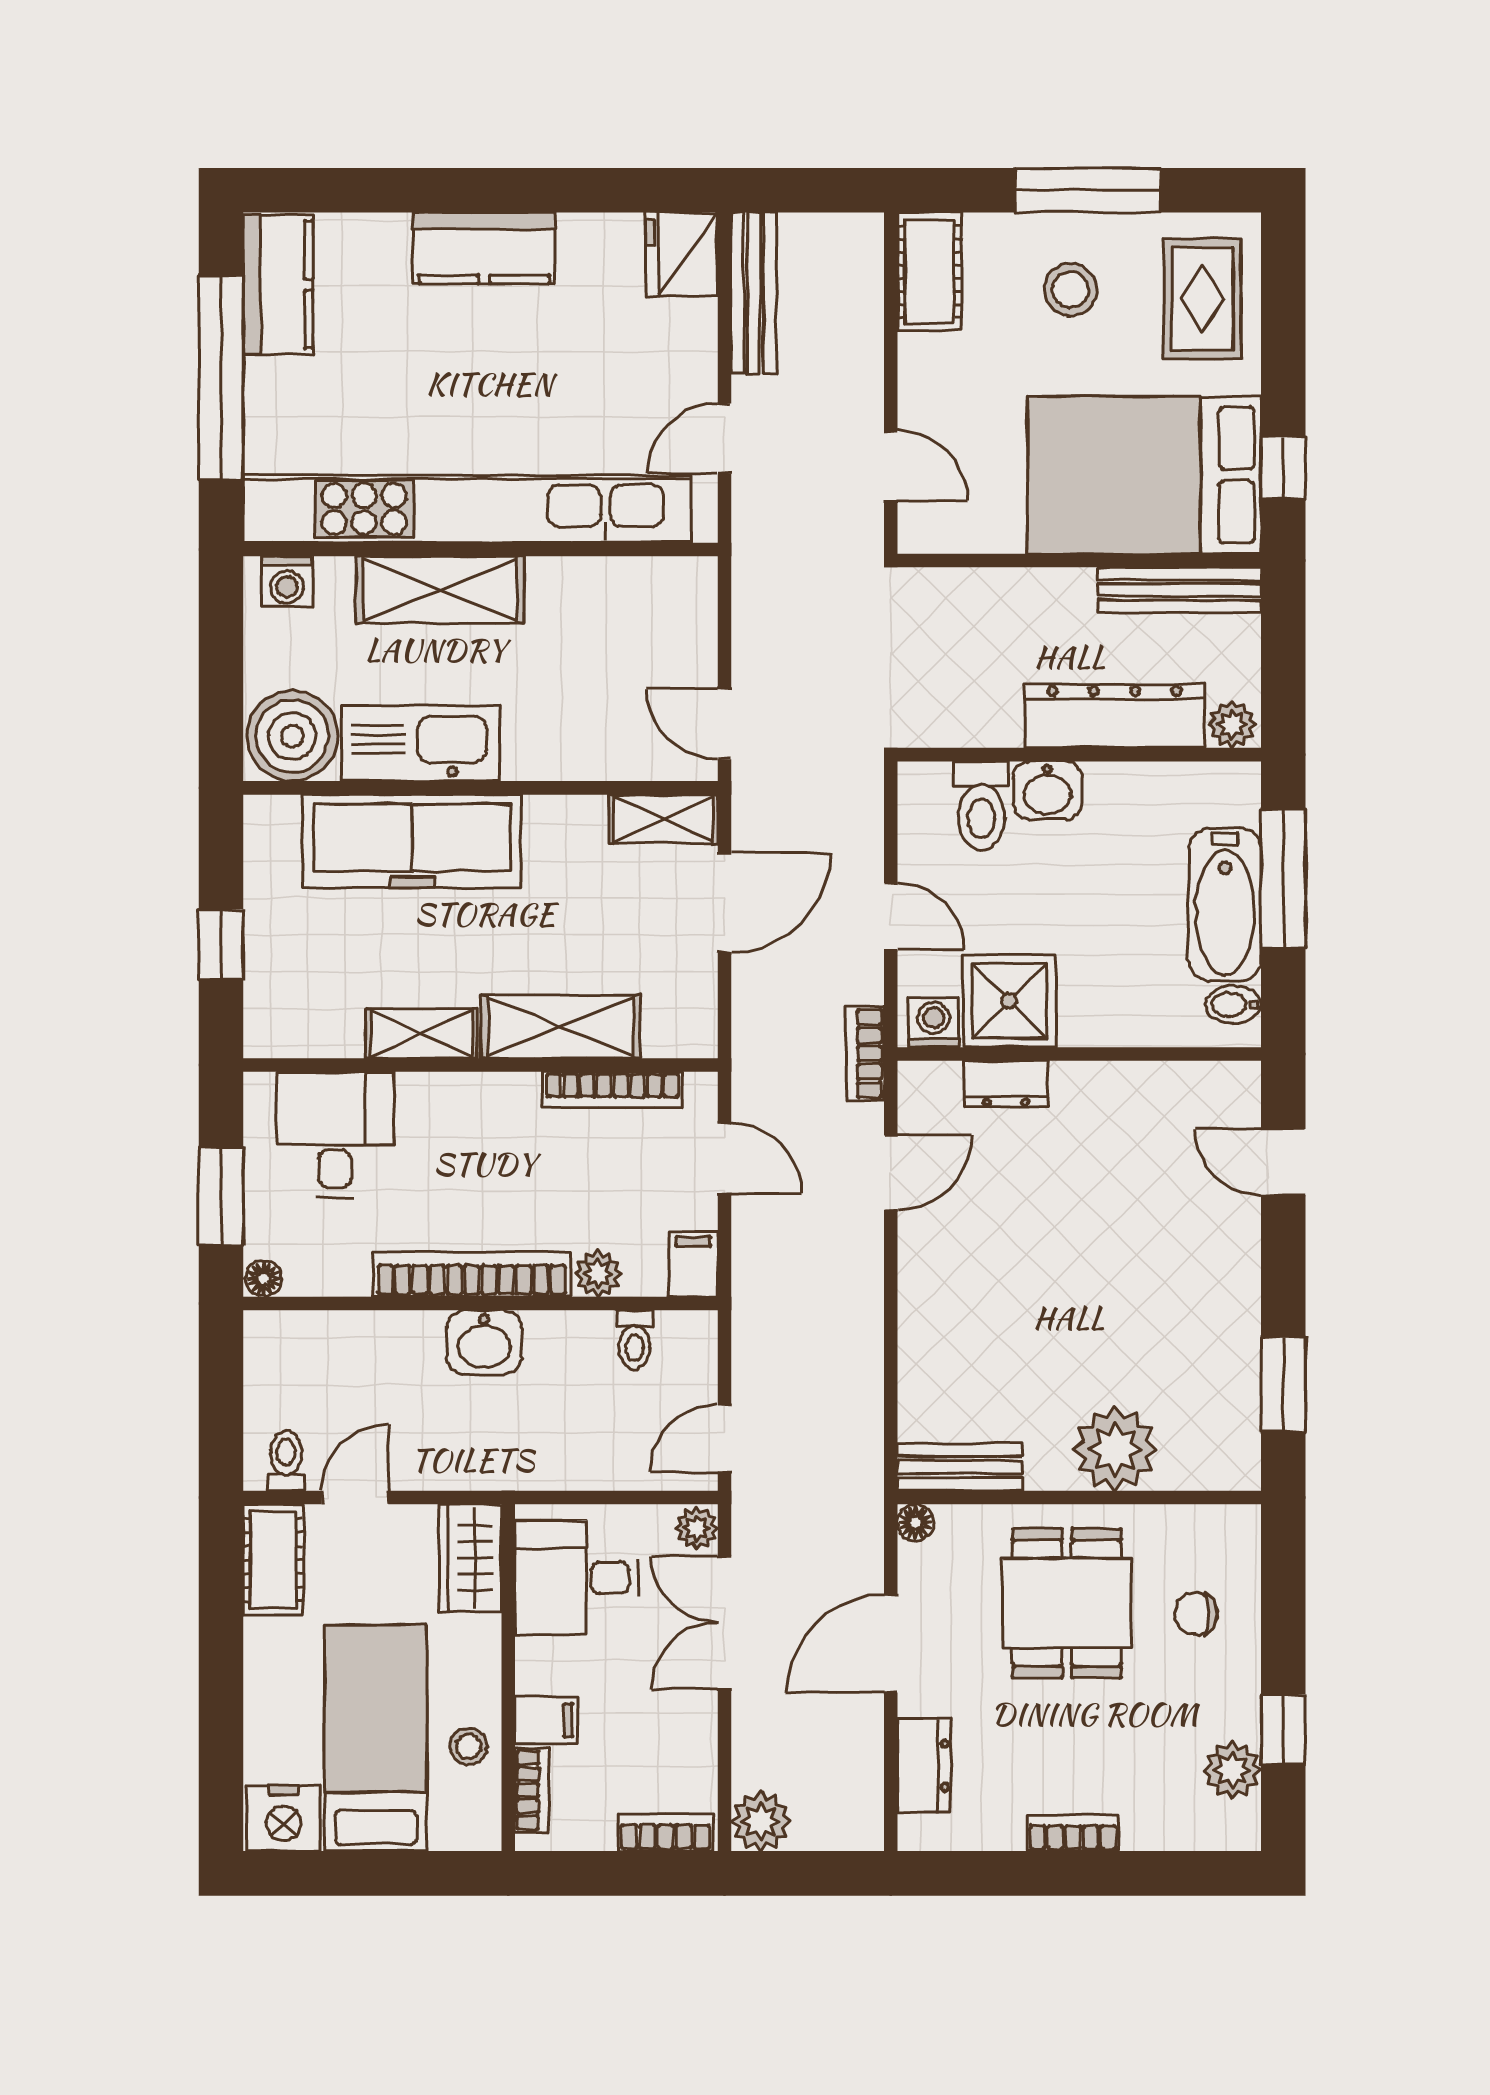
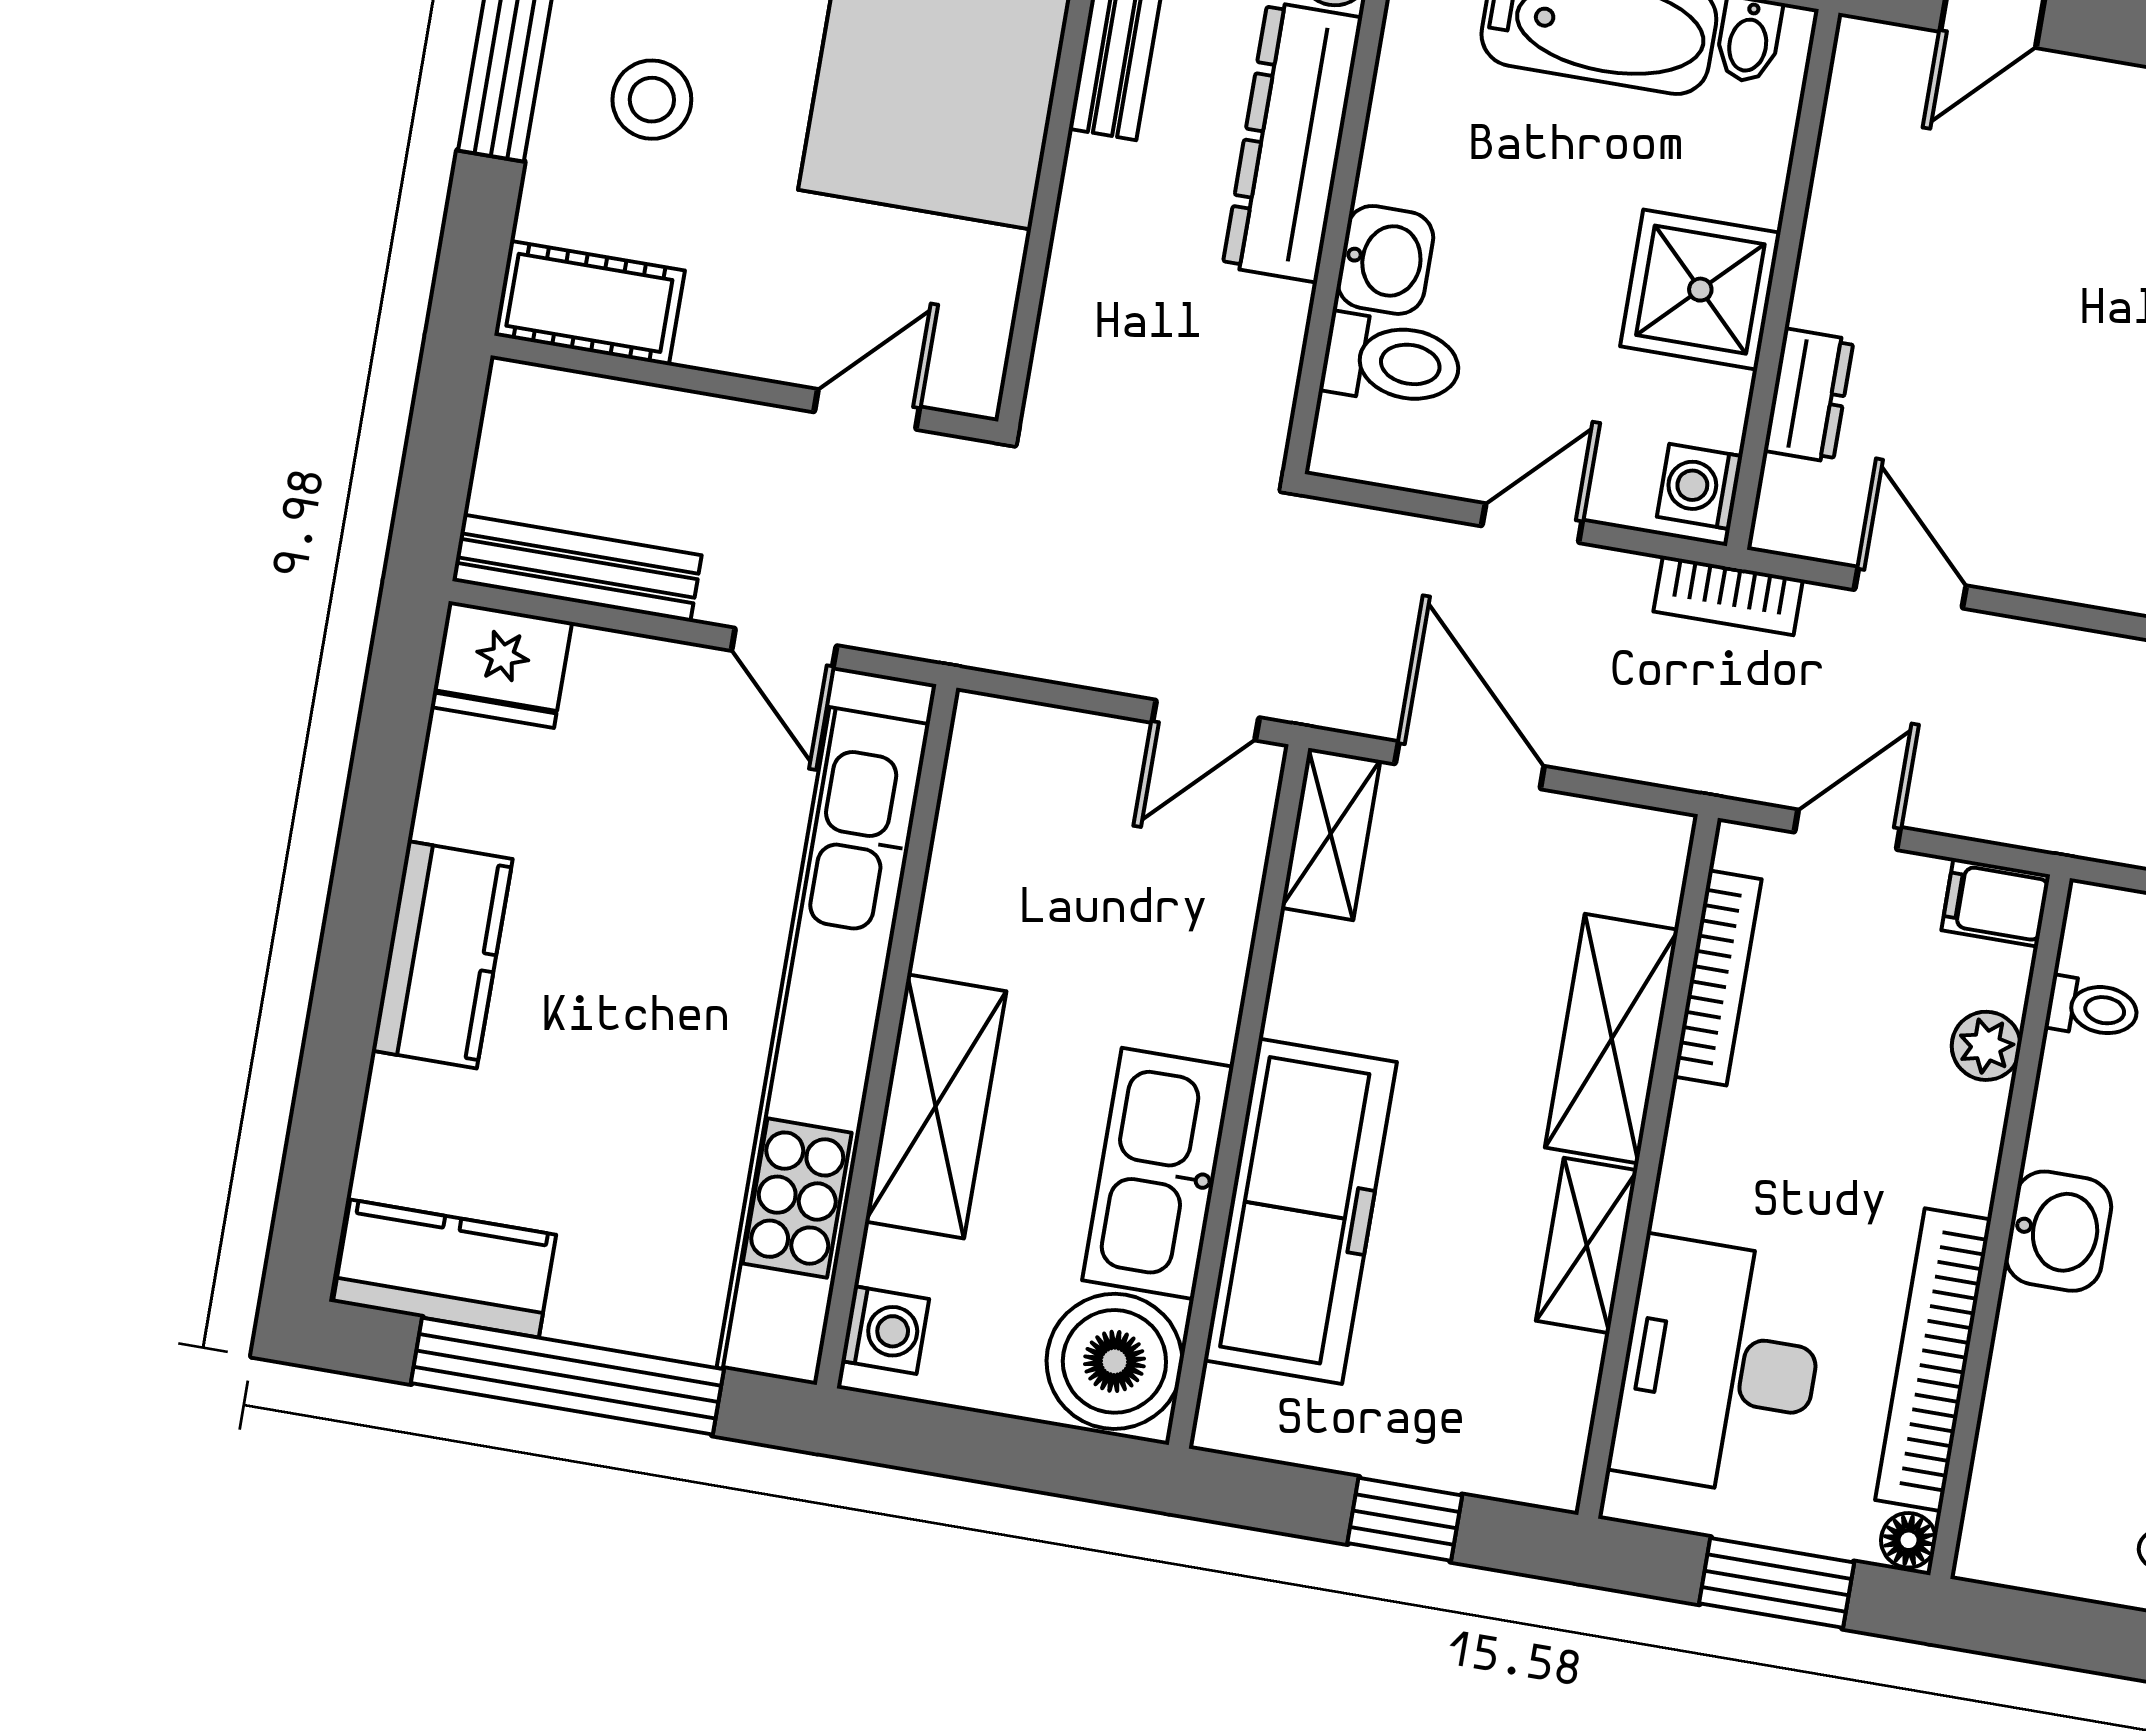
shower: (1009, 1001) -> (1700, 290), moved
desk: (335, 1135) -> (1720, 1367), width x1.37
bookcase: (472, 1274) -> (1933, 1360), moved

